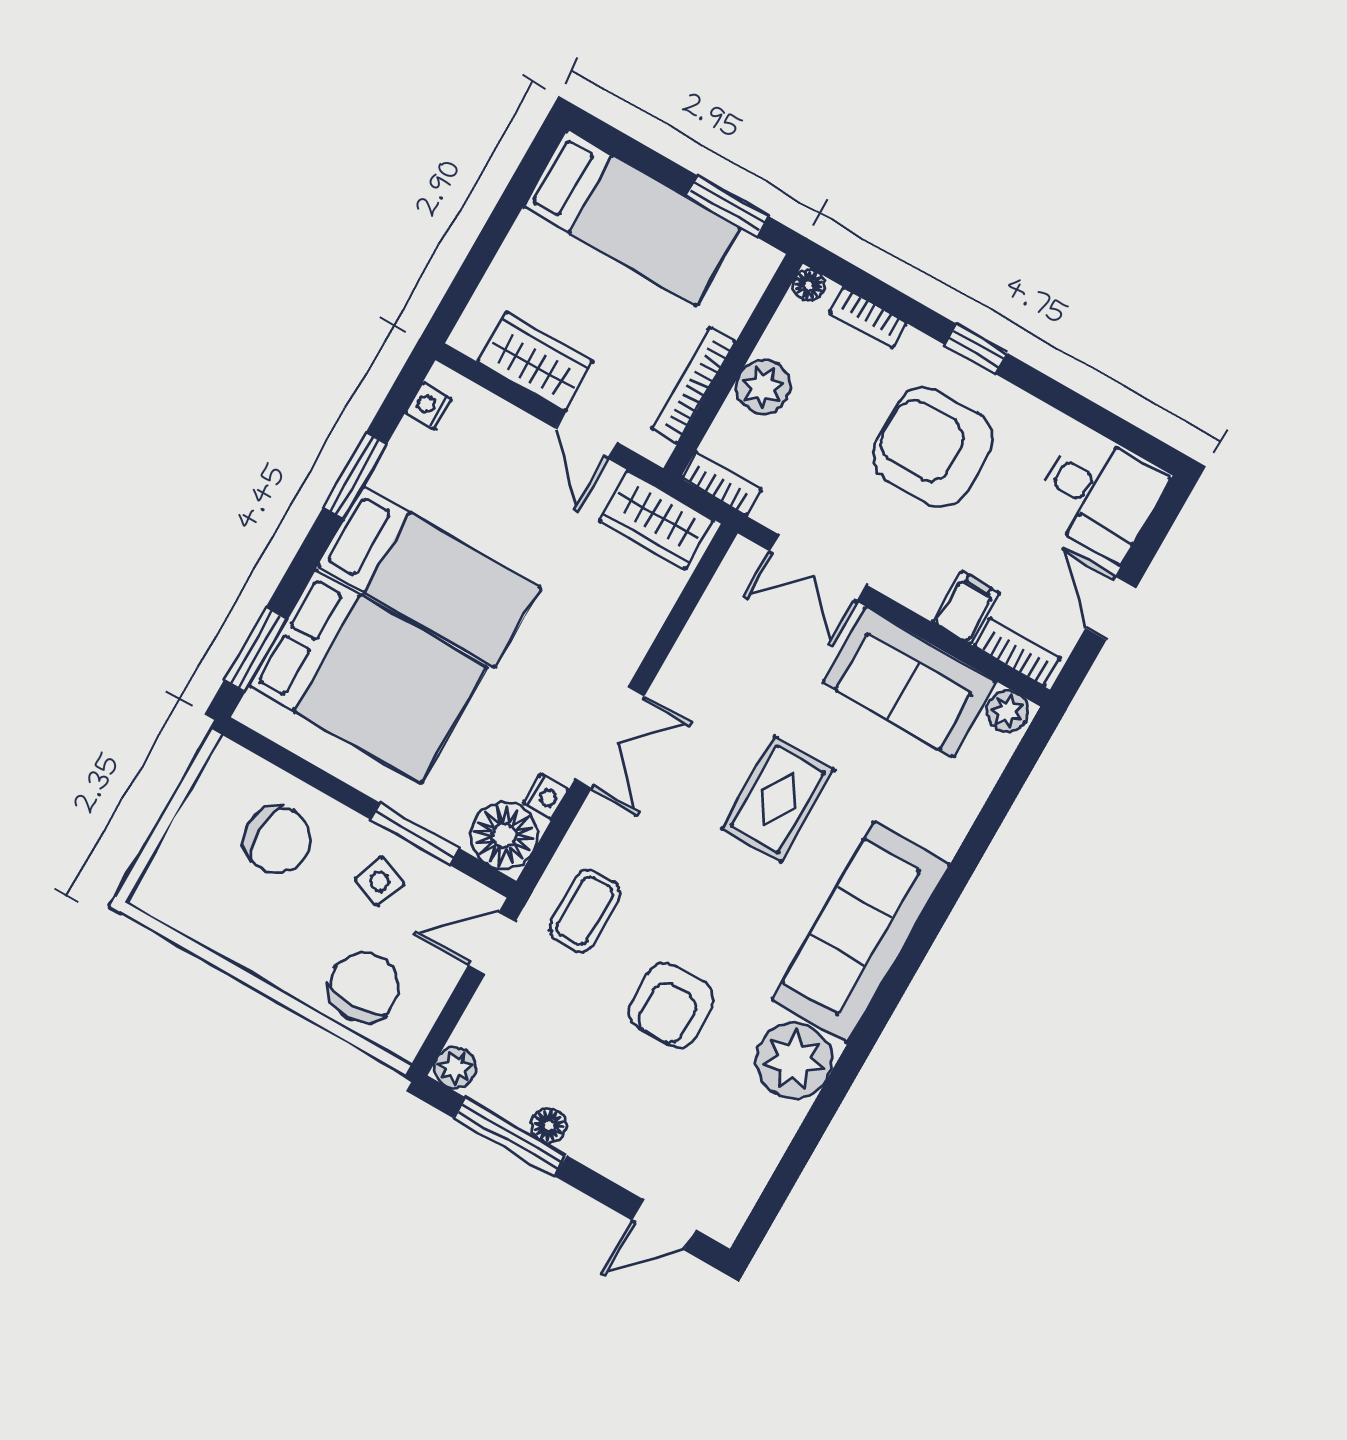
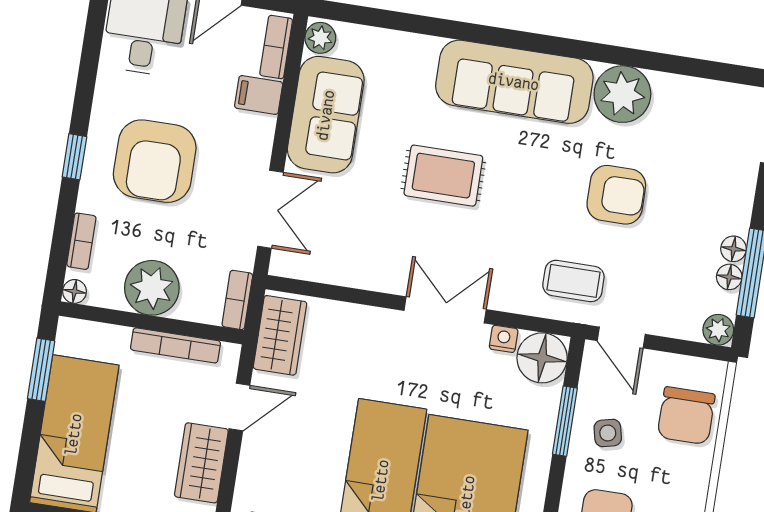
plant: (763, 387) -> (152, 288), width x1.36, depth x1.36
side table: (379, 881) -> (608, 433), turned -34
chair: (364, 987) -> (686, 416), turned -90
floor lamp: (516, 1107) -> (729, 277), added

